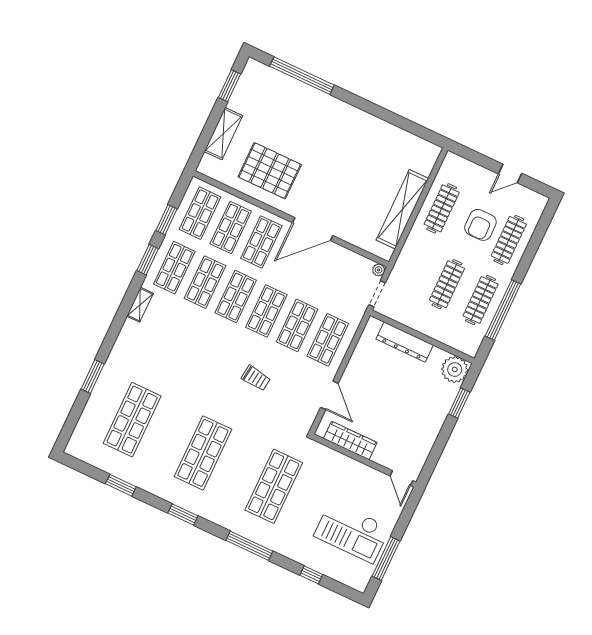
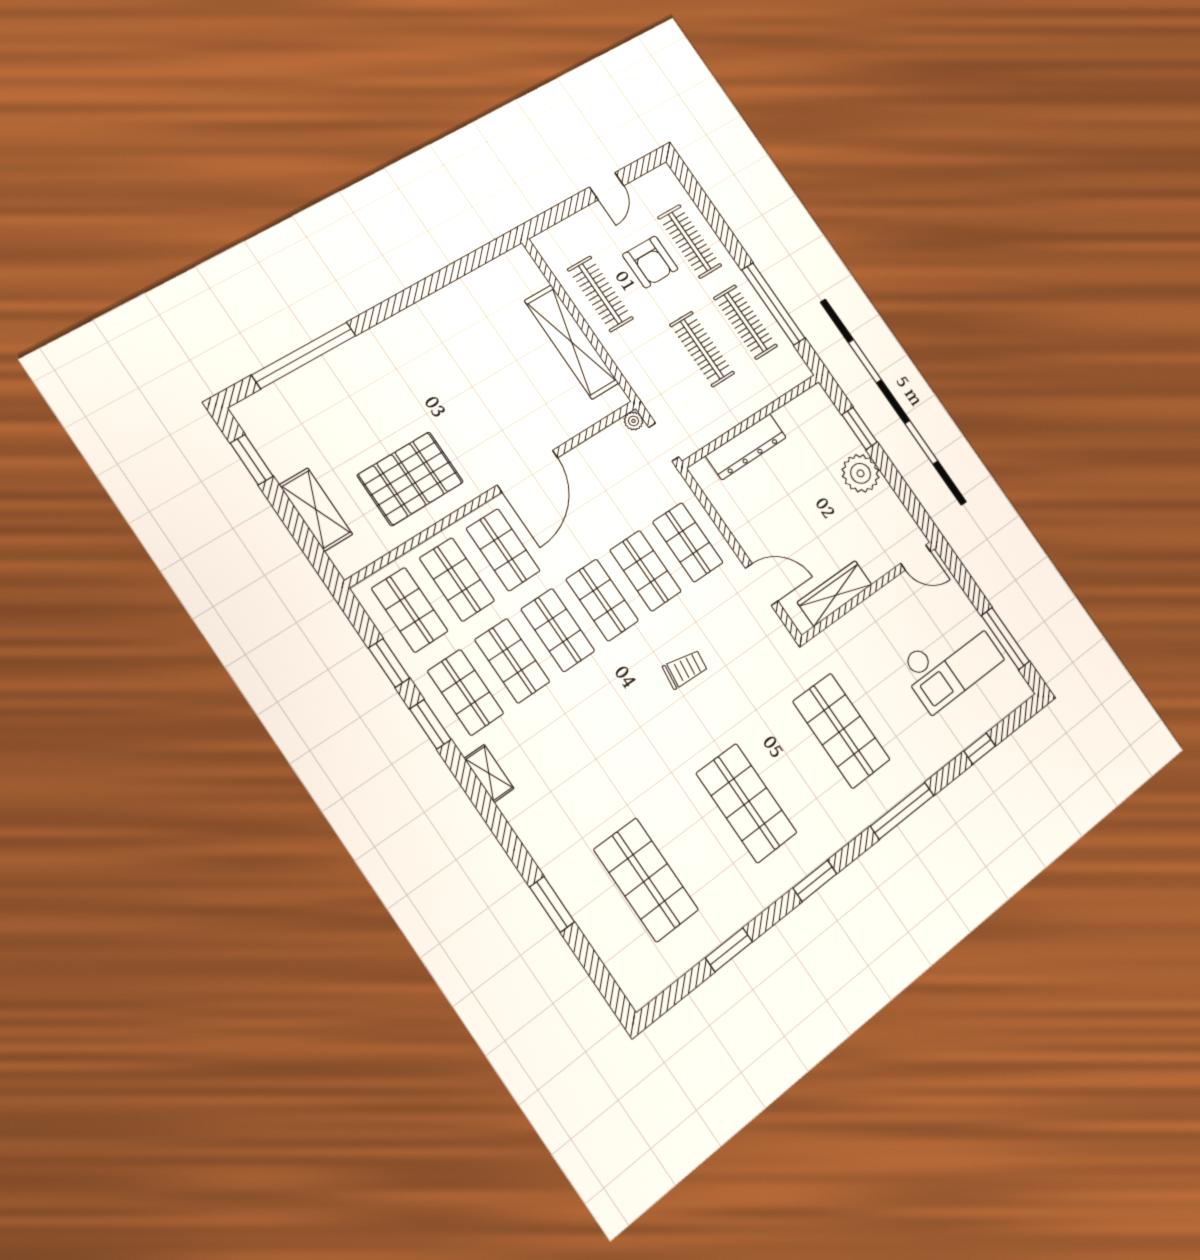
plant: (455, 369) -> (861, 473), moved

